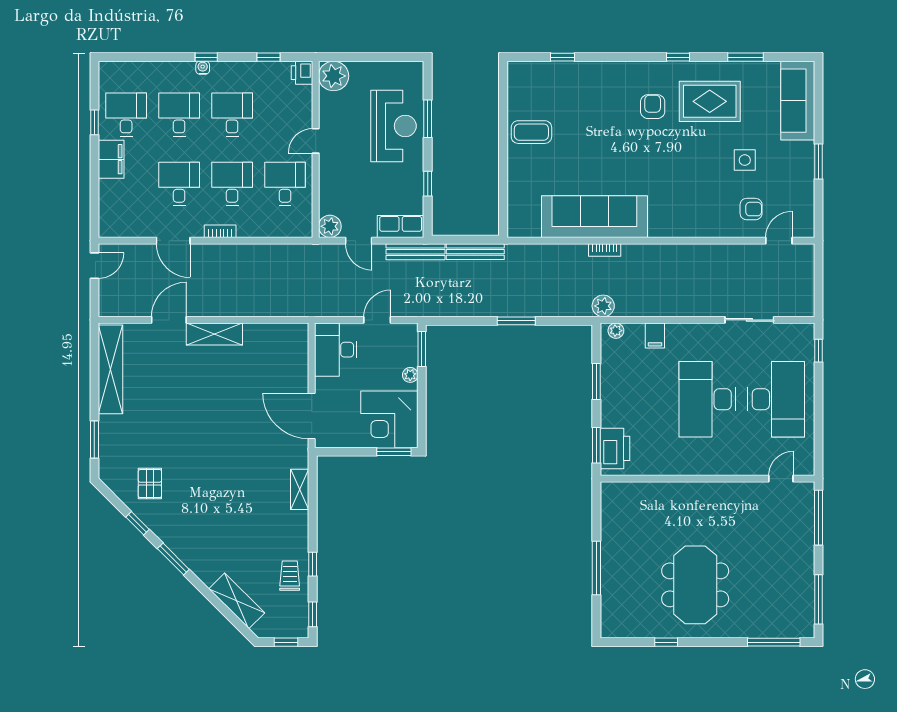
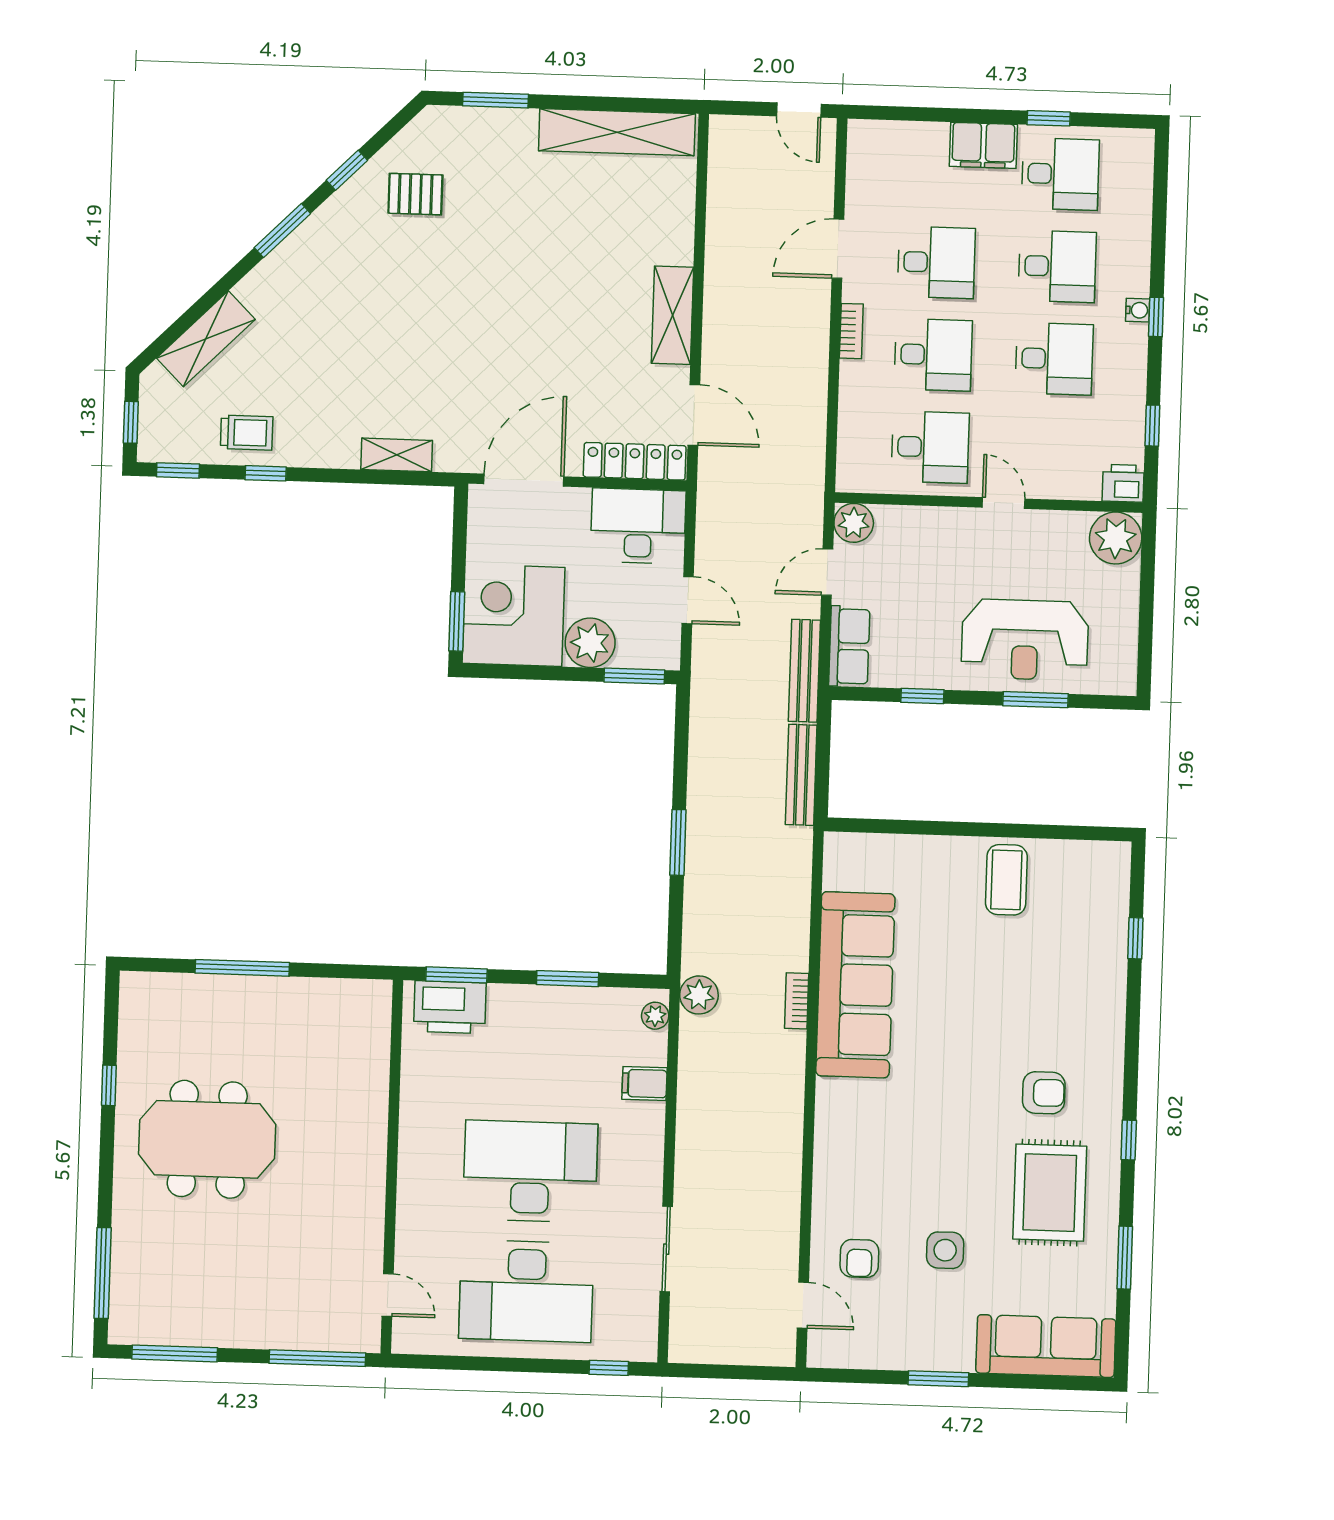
door: (169, 320) -> (694, 415), moved
locker: (299, 353) -> (635, 461), added
plant: (410, 375) -> (590, 643), width x1.88, depth x1.88

